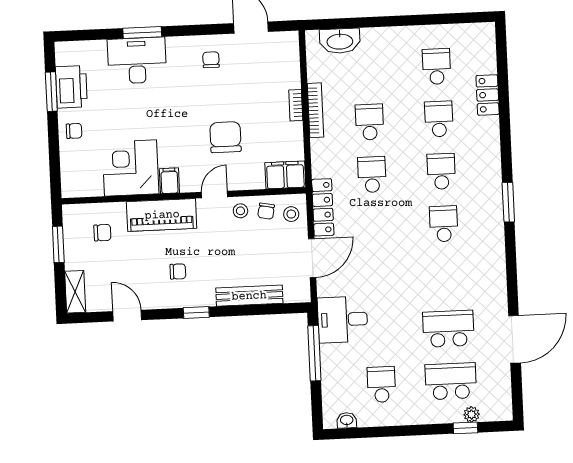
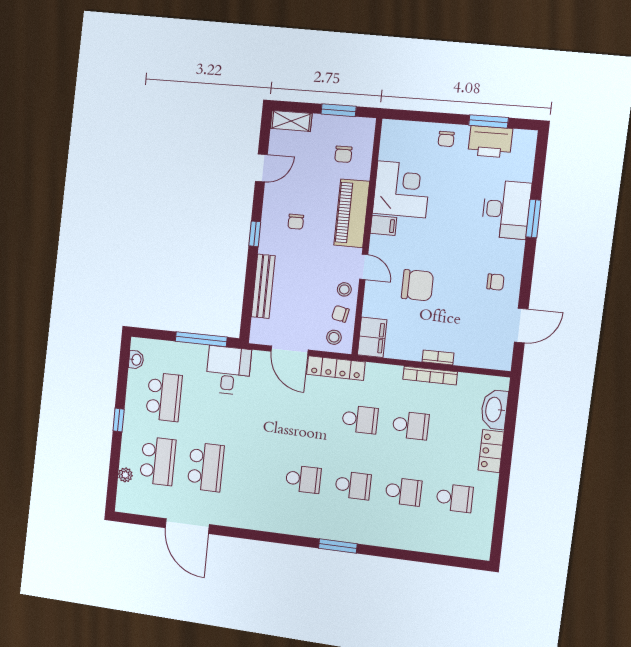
locker: (488, 95) -> (491, 451), moved, turned -90
window: (508, 202) -> (338, 546), moved
school desk: (381, 384) -> (164, 397), width x1.85
window: (465, 428) -> (119, 420), moved

